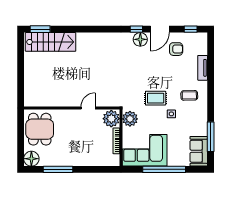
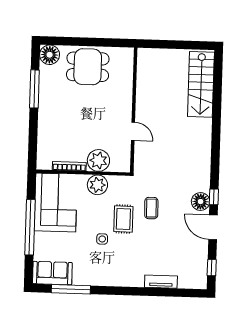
window: (40, 29) -> (218, 71), removed
armchair: (176, 49) -> (187, 248), removed
coffee table: (189, 95) -> (151, 208), moved
wall: (72, 108) -> (134, 110), moved
door: (88, 108) -> (133, 131), moved

